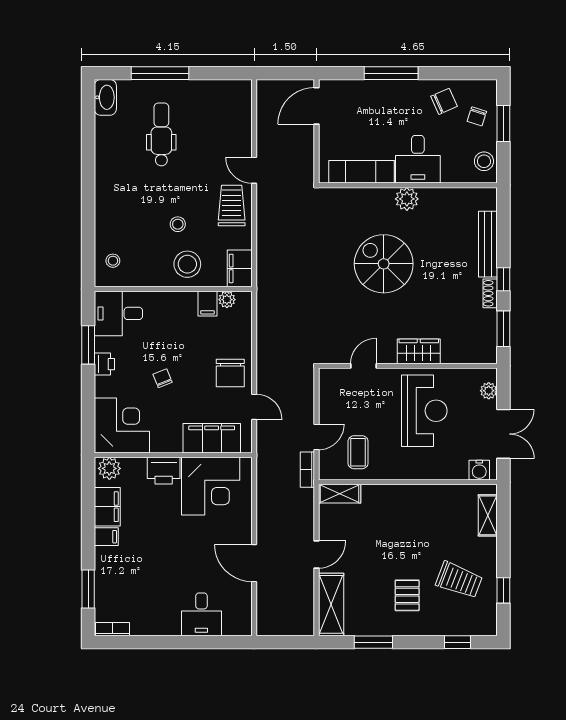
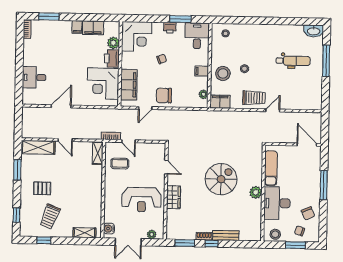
desk: (418, 159) -> (277, 203), width x1.37
bench: (488, 244) -> (226, 235), width x0.73
filing cabinet: (207, 304) -> (202, 71), moved
plant: (109, 468) -> (113, 43), moved

